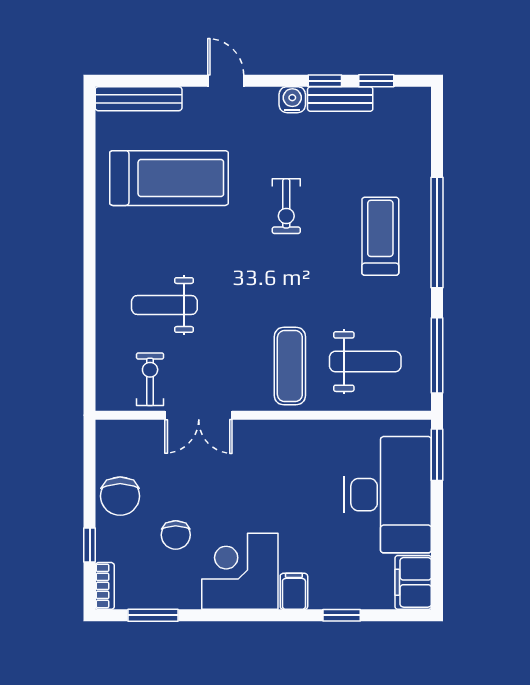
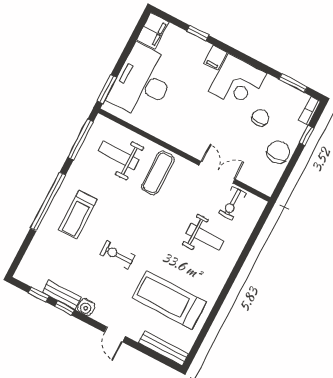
exercise bike: (286, 206) -> (117, 255), turned -90

